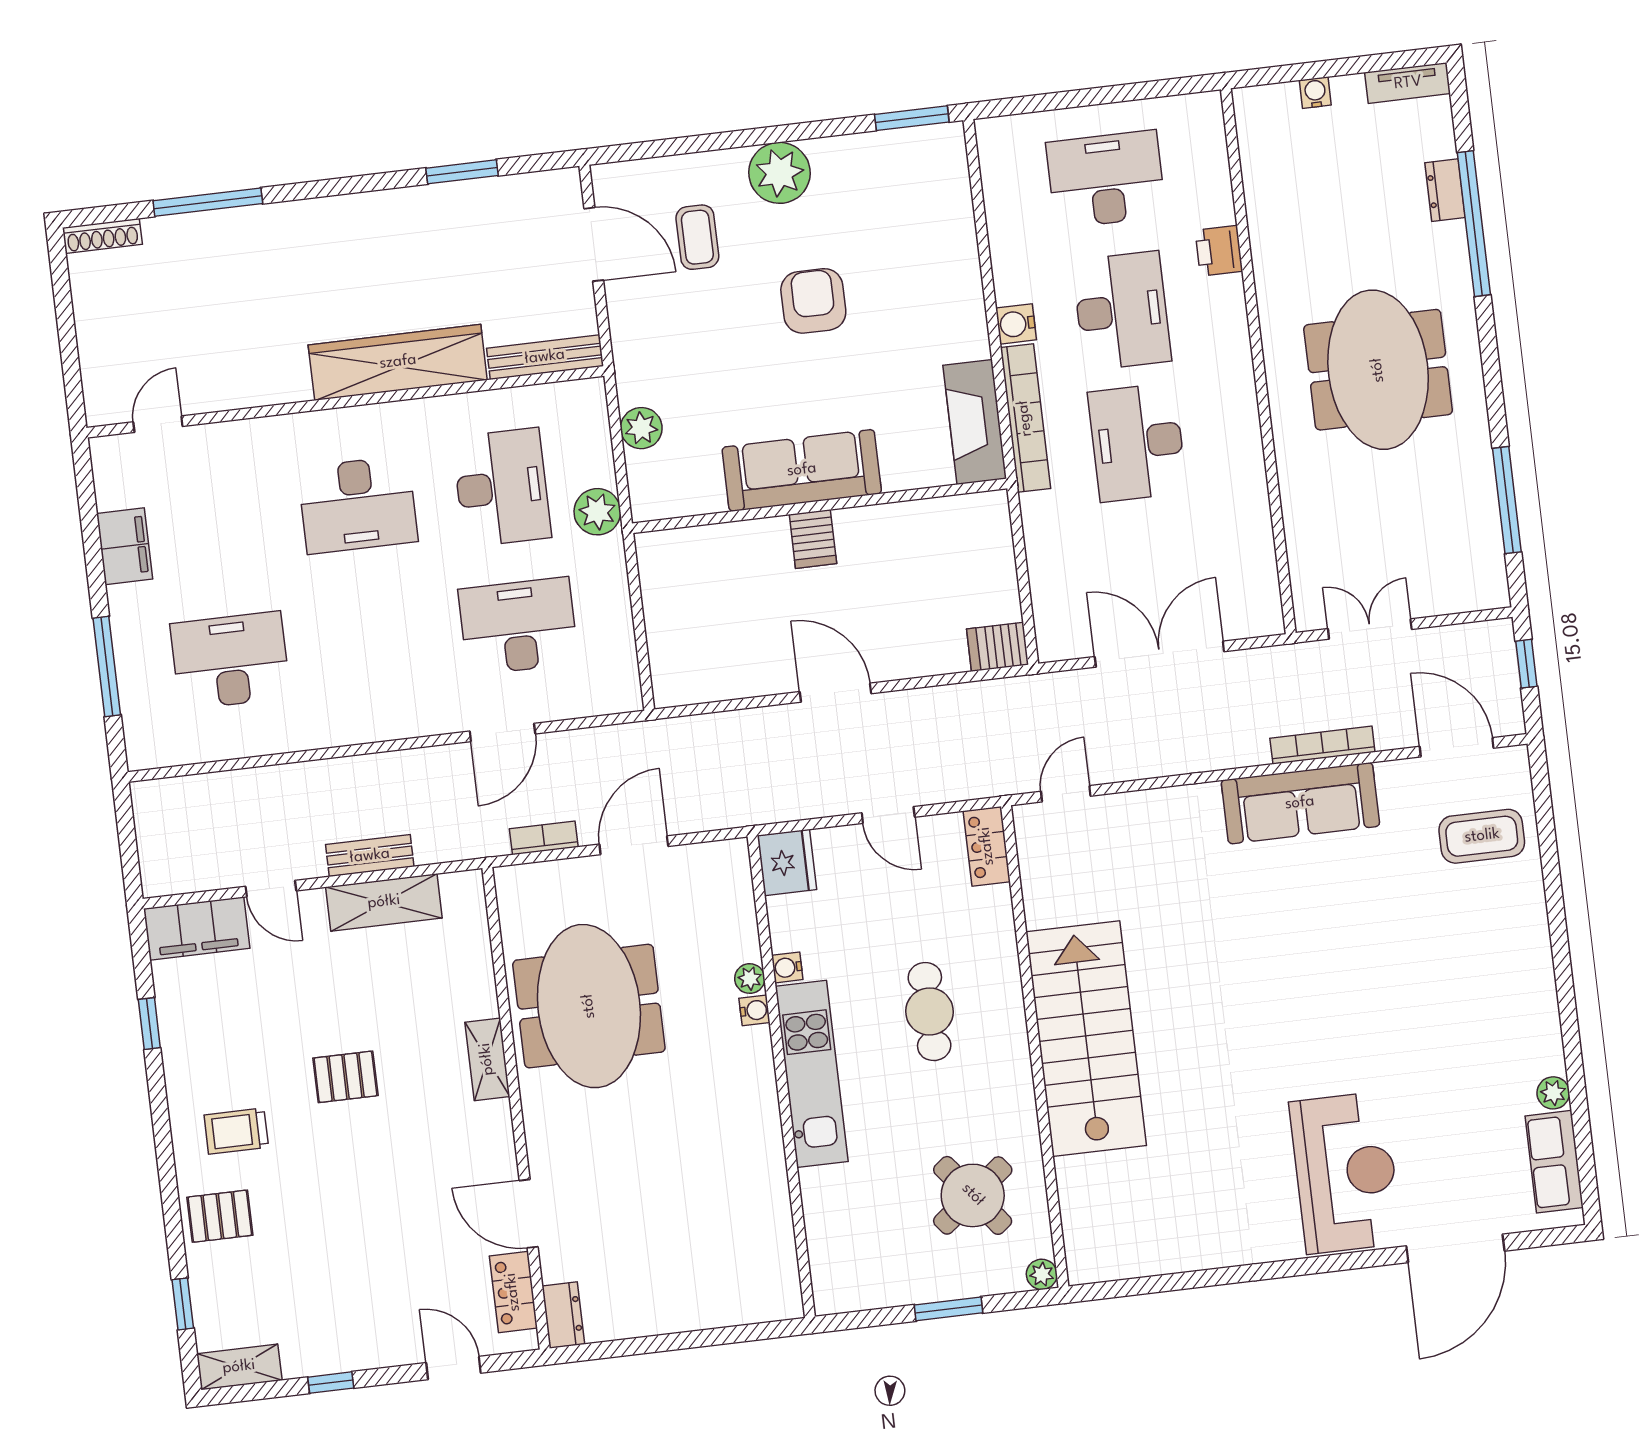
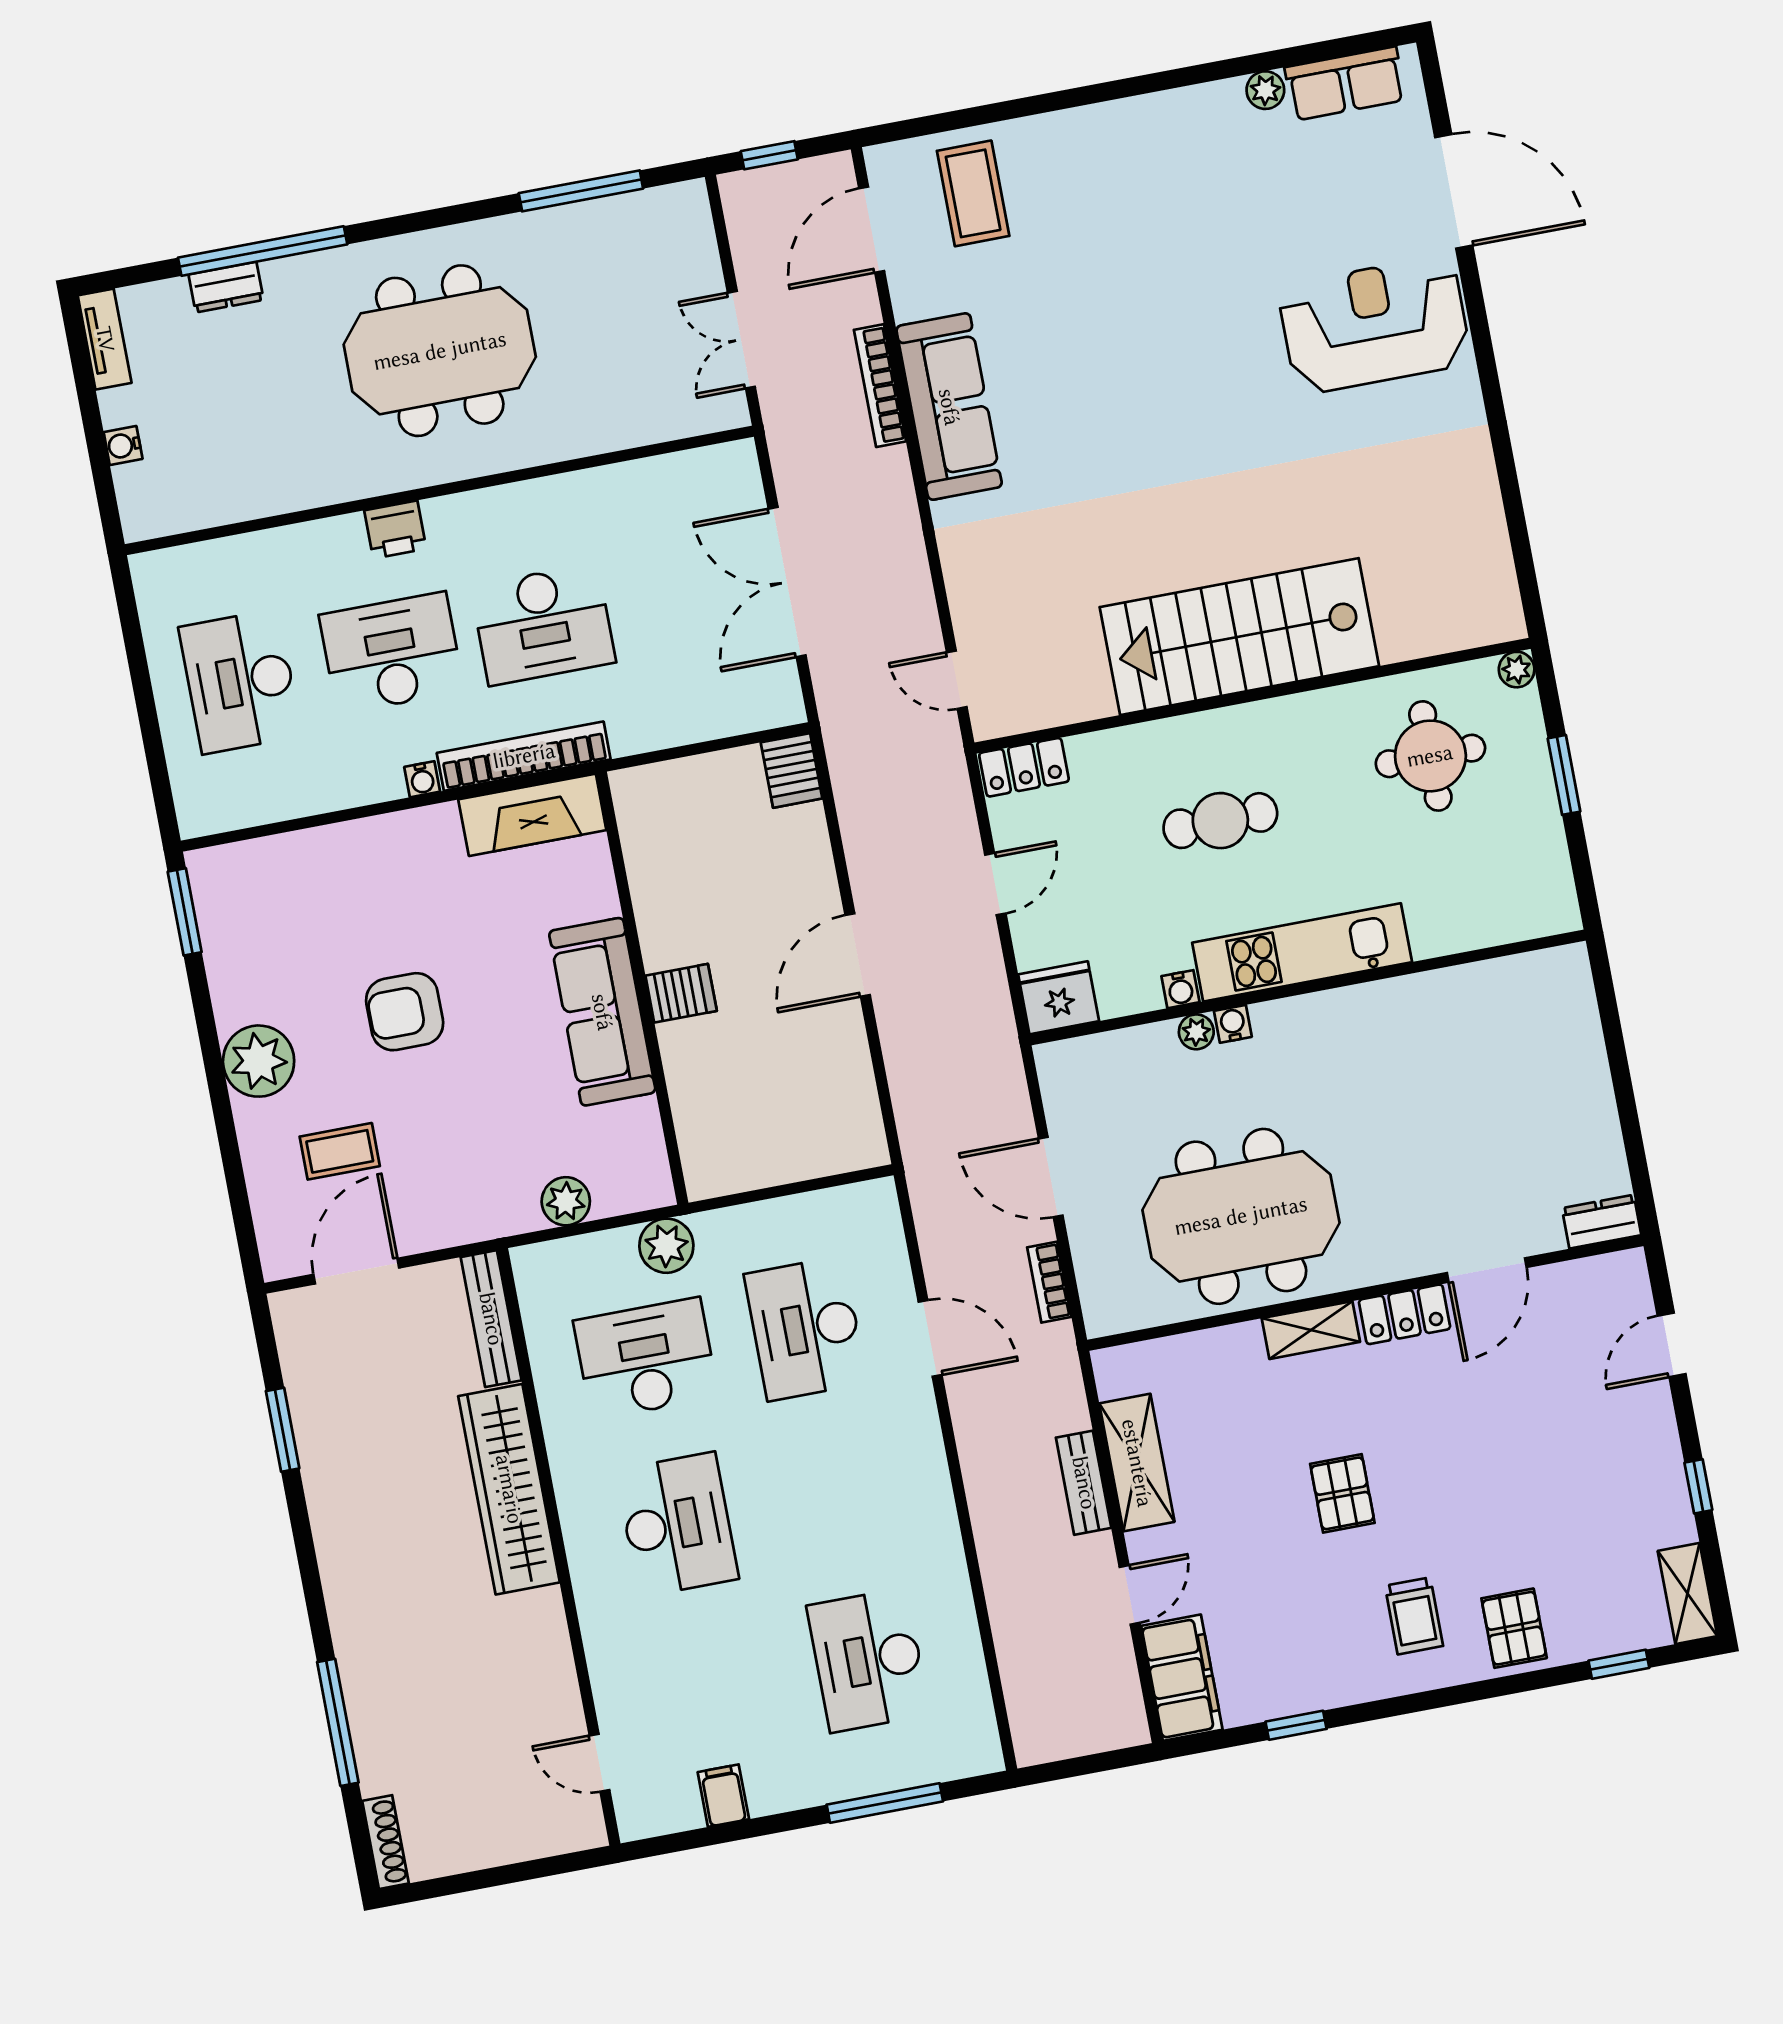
printer: (1219, 251) -> (395, 530), moved
water cooler: (1016, 324) -> (422, 779), width x0.72, depth x0.72
filing cabinet: (125, 546) -> (723, 1796), width x0.50
round table: (973, 1195) -> (1430, 756), turned 38
locker: (513, 1292) -> (1405, 1314), moved

